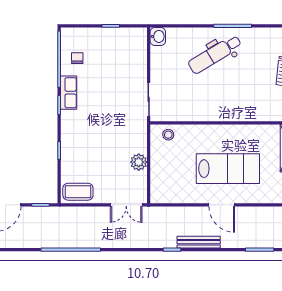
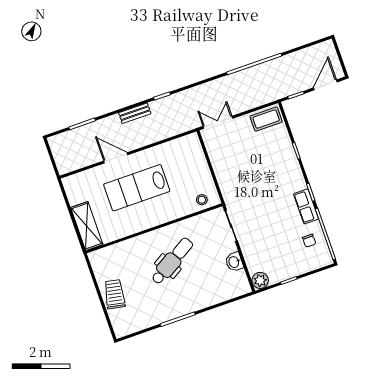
washbasin: (158, 36) -> (234, 262), moved
dental chair: (215, 54) -> (172, 261), moved
plant: (139, 162) -> (260, 280), moved
door: (222, 205) -> (116, 158), moved
bench: (199, 242) -> (135, 113), width x0.73

